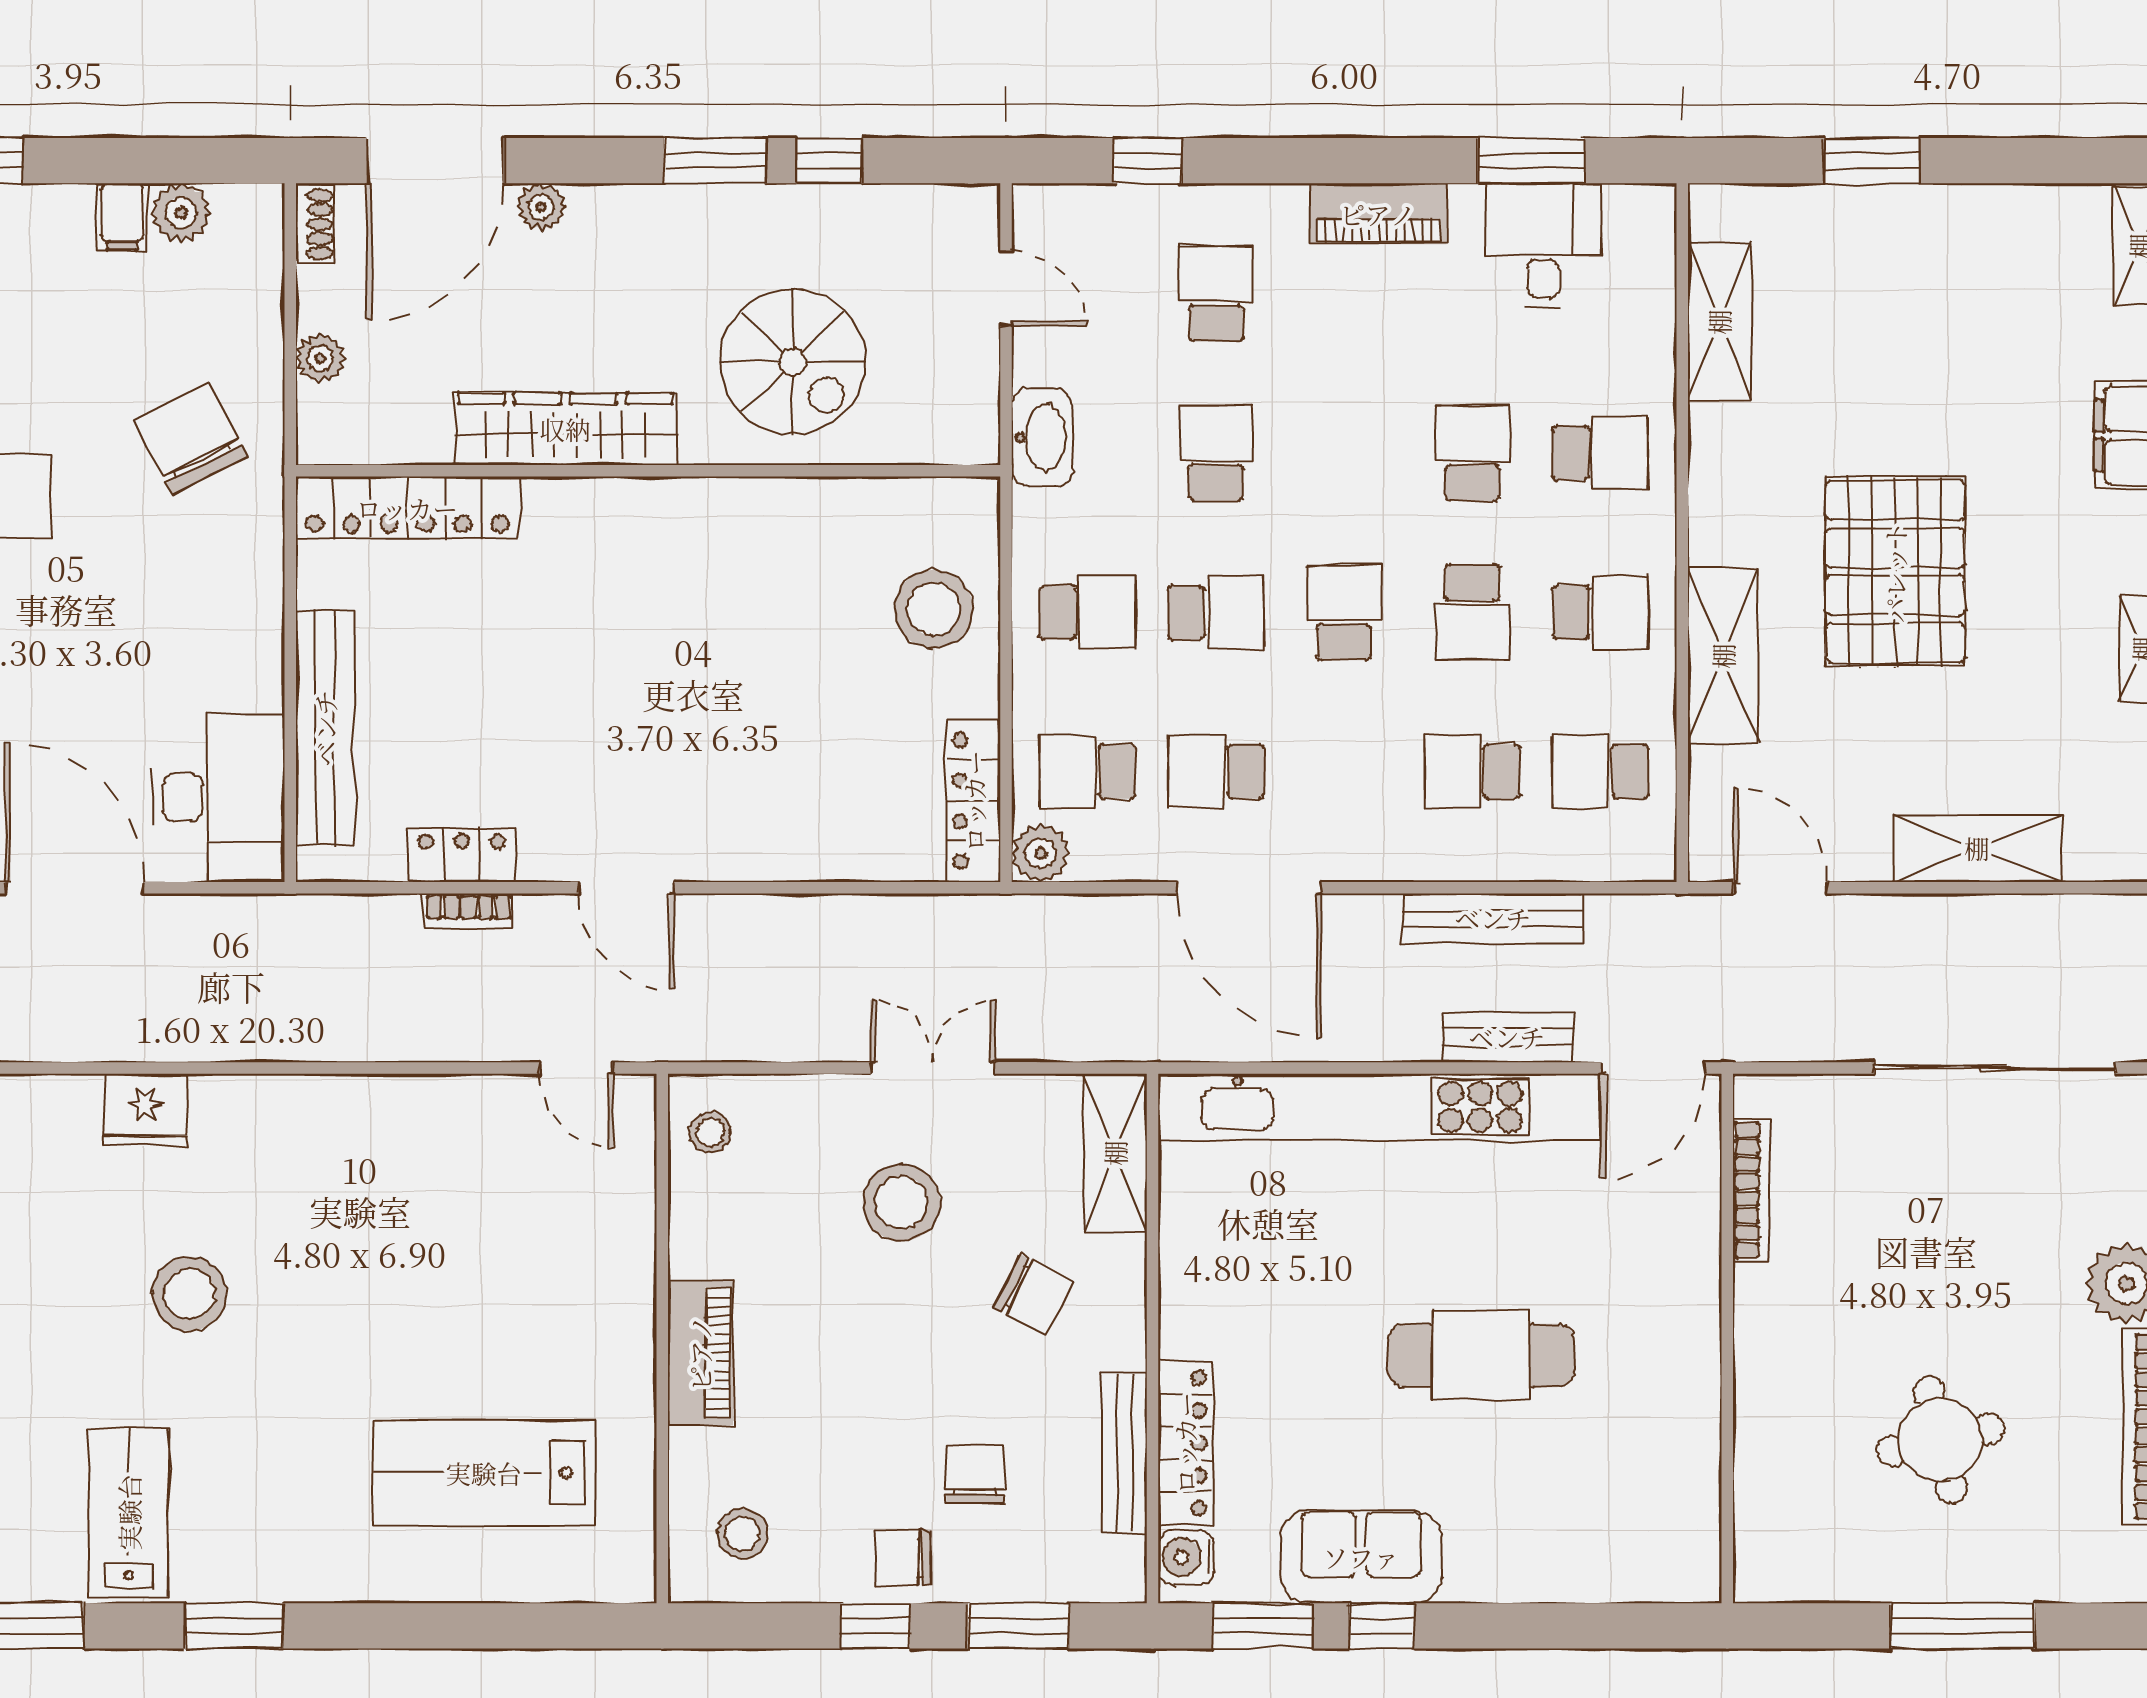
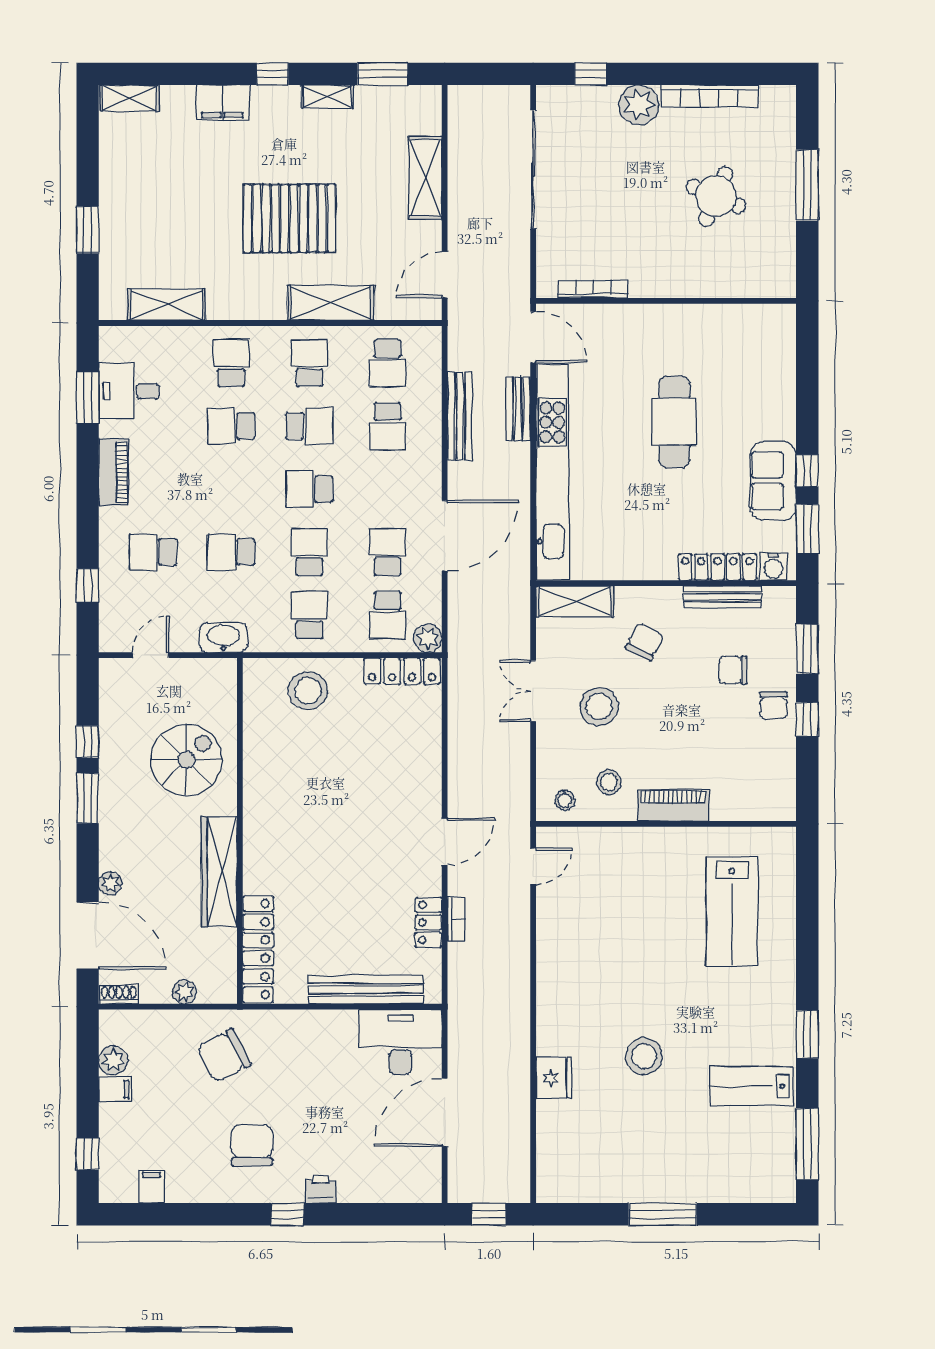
school desk: (1216, 771) -> (388, 552), turned 180
round table: (1940, 1440) -> (716, 196), turned 36
stool: (743, 1534) -> (609, 782), moved

